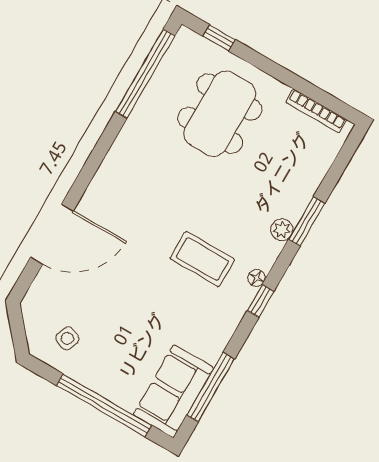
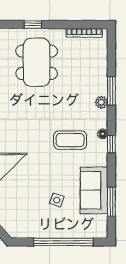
window: (219, 38) -> (33, 25), moved
side table: (67, 338) -> (57, 200), moved
window: (211, 387) -> (111, 202), width x0.69
sofa: (174, 391) -> (94, 190), moved

